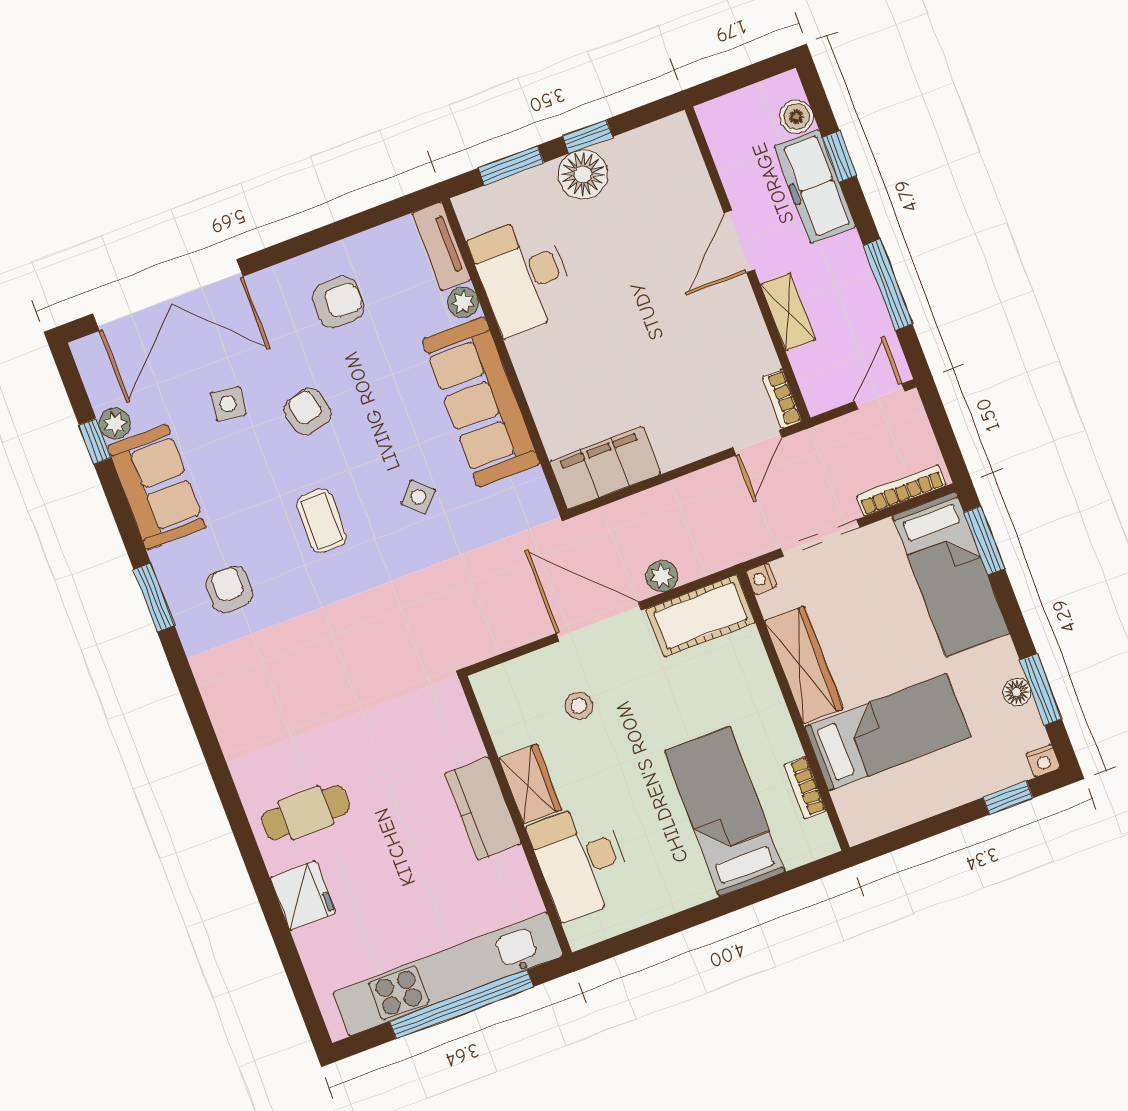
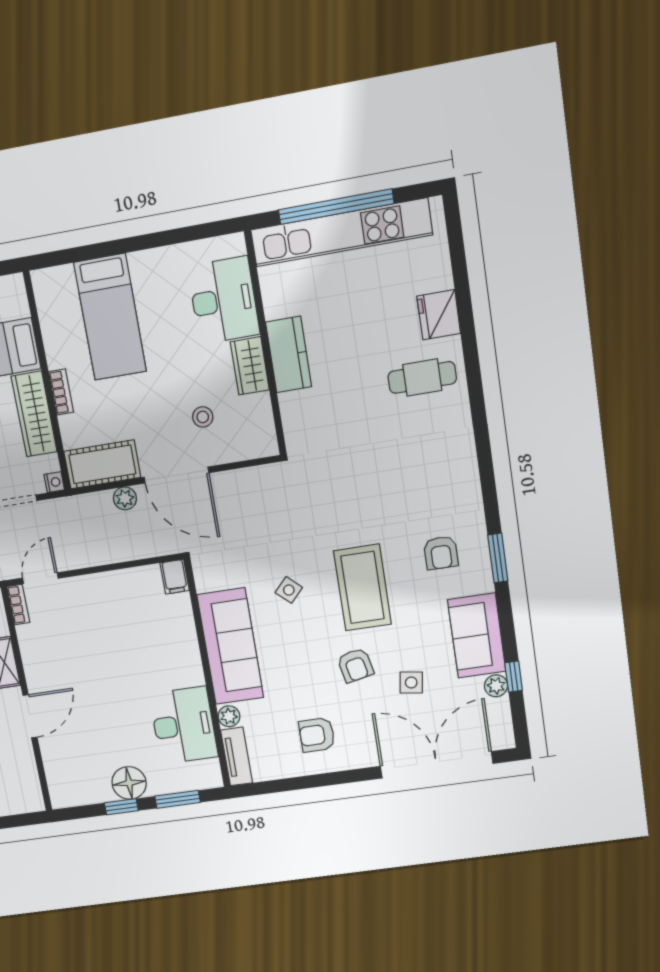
filing cabinet: (605, 468) -> (175, 577), width x0.33, depth x0.86
coffee table: (321, 521) -> (362, 588), width x1.86, depth x1.72
bookcase: (805, 788) -> (61, 392), moved

